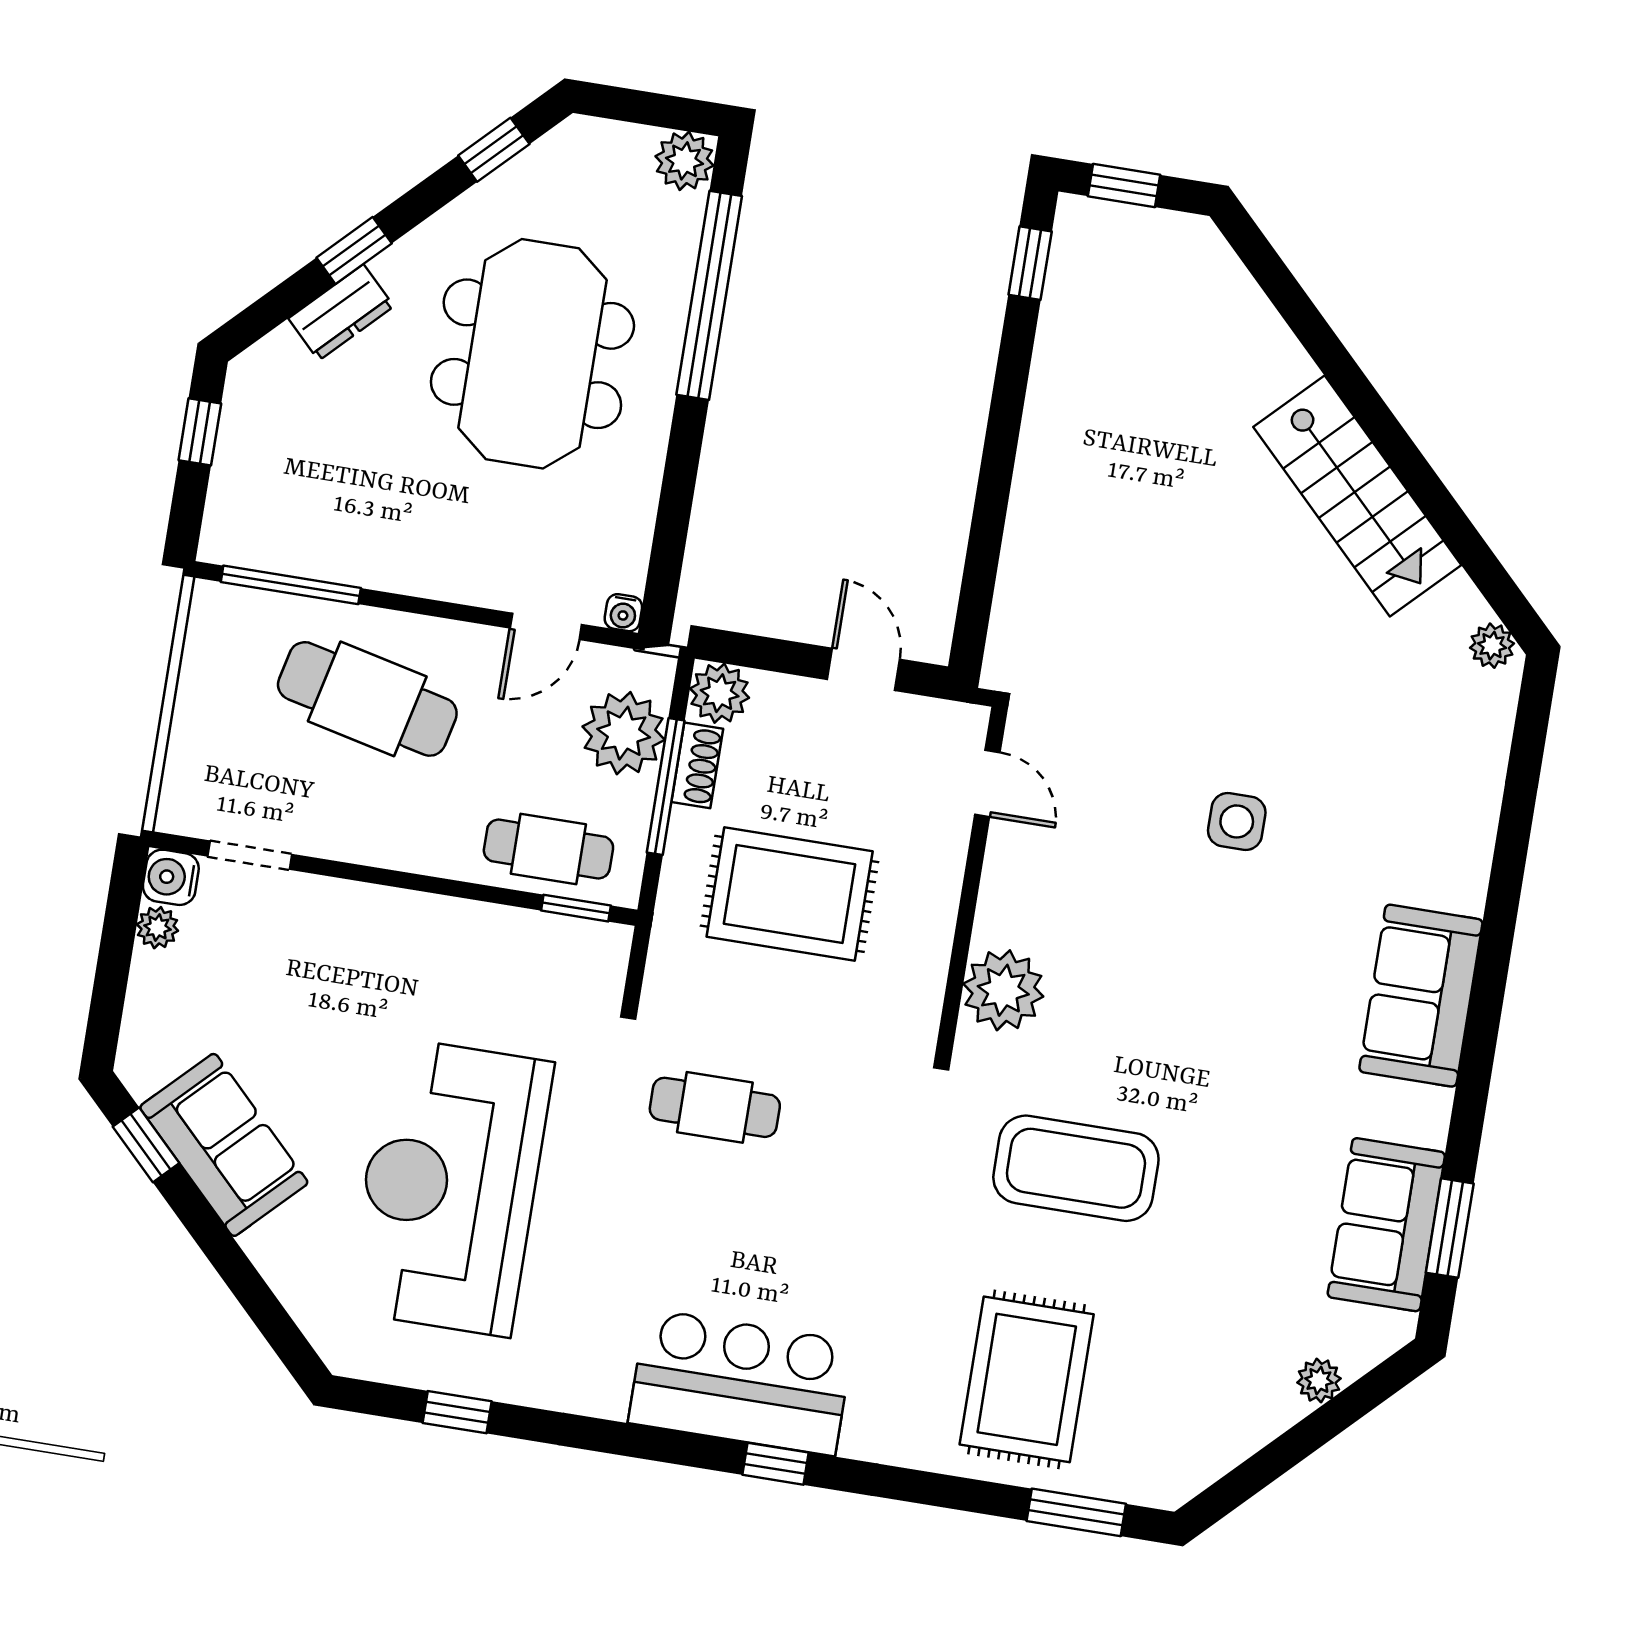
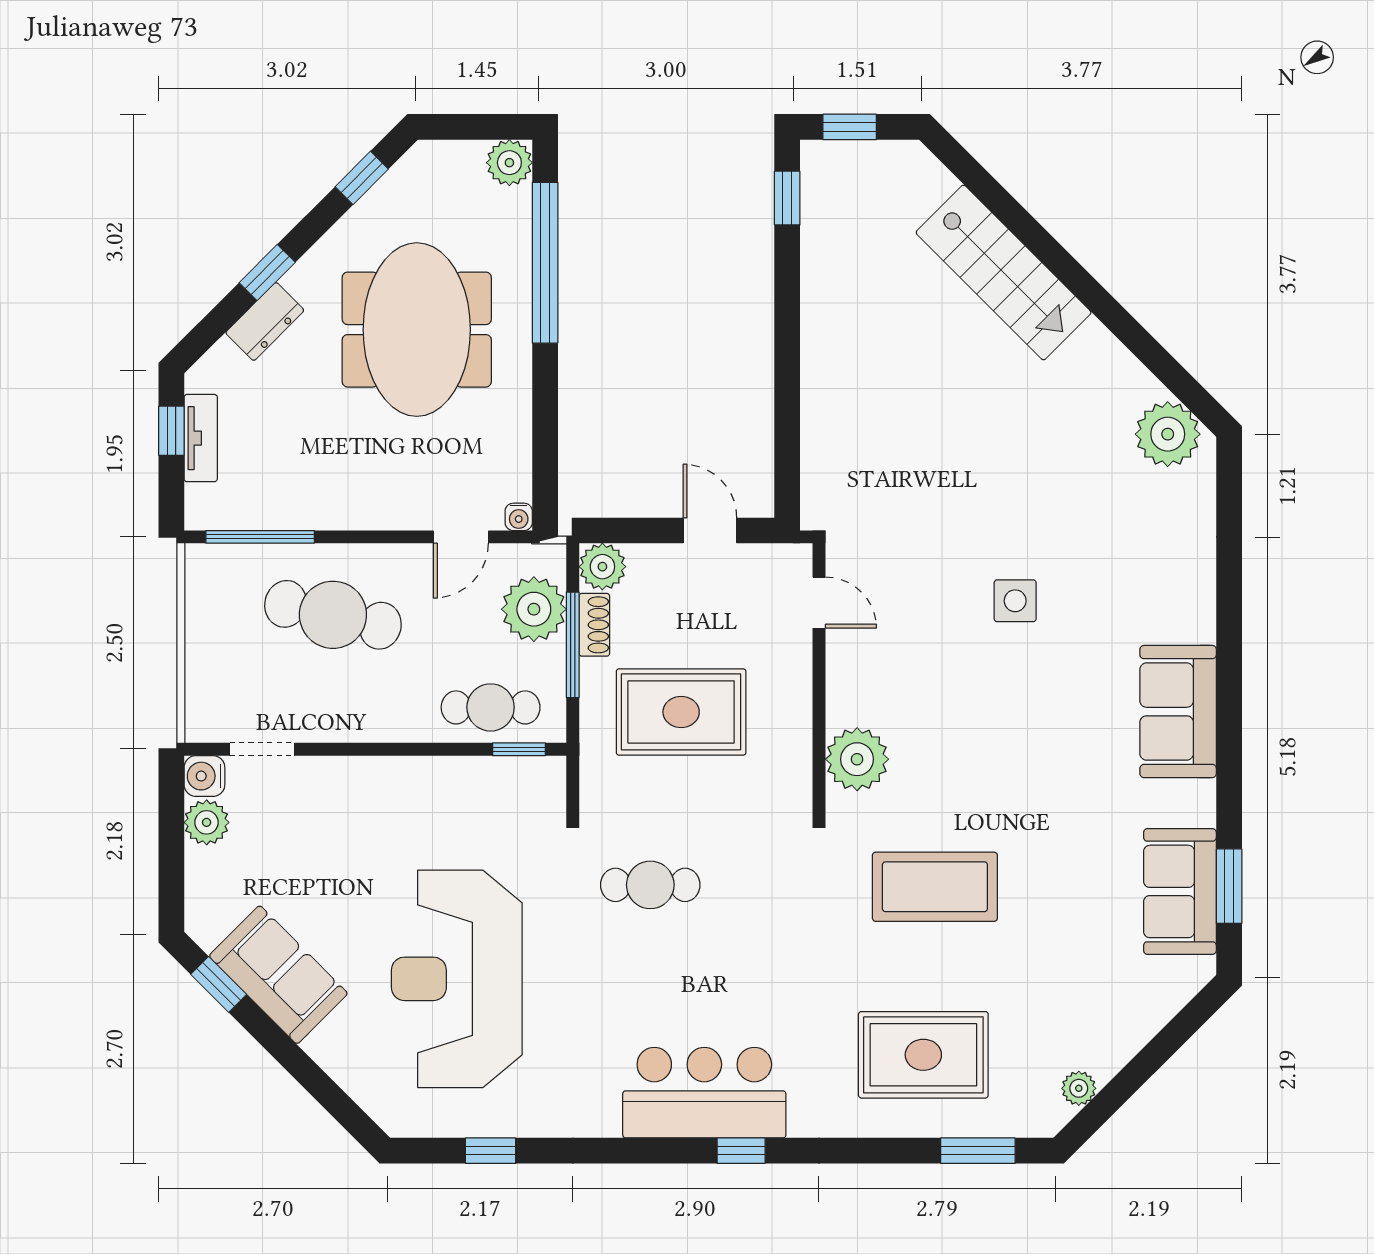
tv unit: (236, 447) -> (201, 438), added
stairs: (1357, 496) -> (1004, 273), moved
plant: (1492, 646) -> (1168, 434), width x1.88, depth x1.88
plant: (157, 928) -> (207, 822), width x1.38, depth x1.38
rug: (1027, 1379) -> (923, 1055), turned 90
plant: (1319, 1381) -> (1079, 1088), moved

